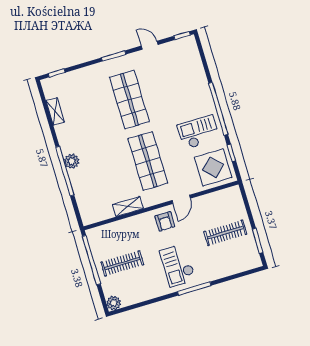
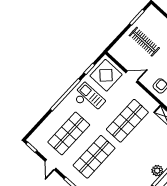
shop shelf: (173, 87) -> (69, 133), added
checkout: (199, 132) -> (89, 99), turned 180
door: (181, 199) -> (132, 77), moved

